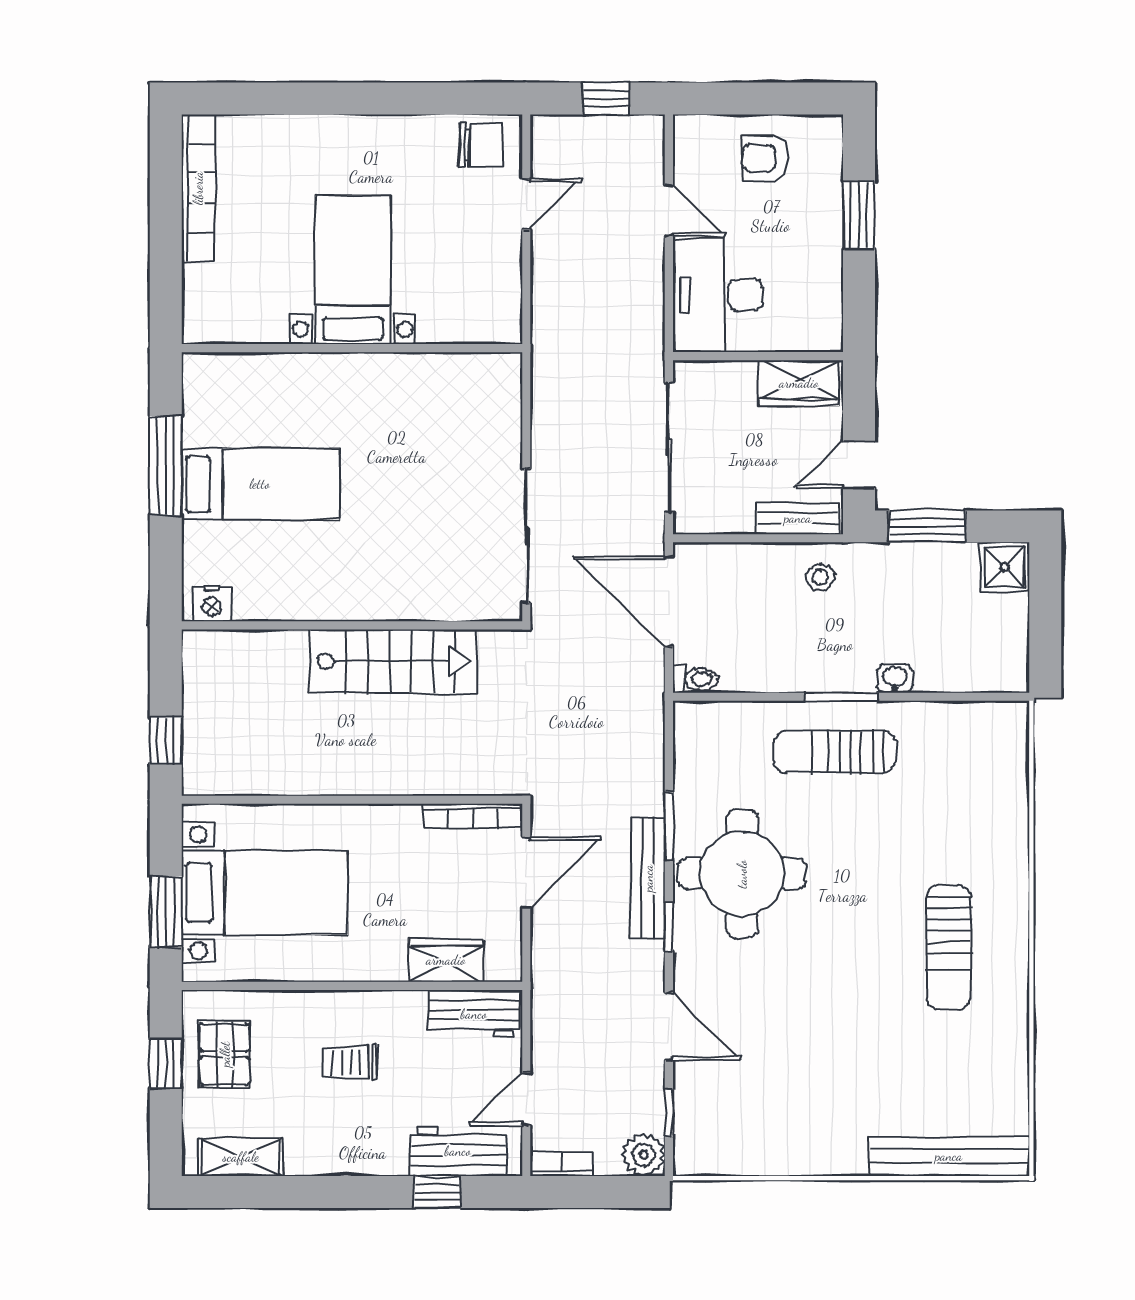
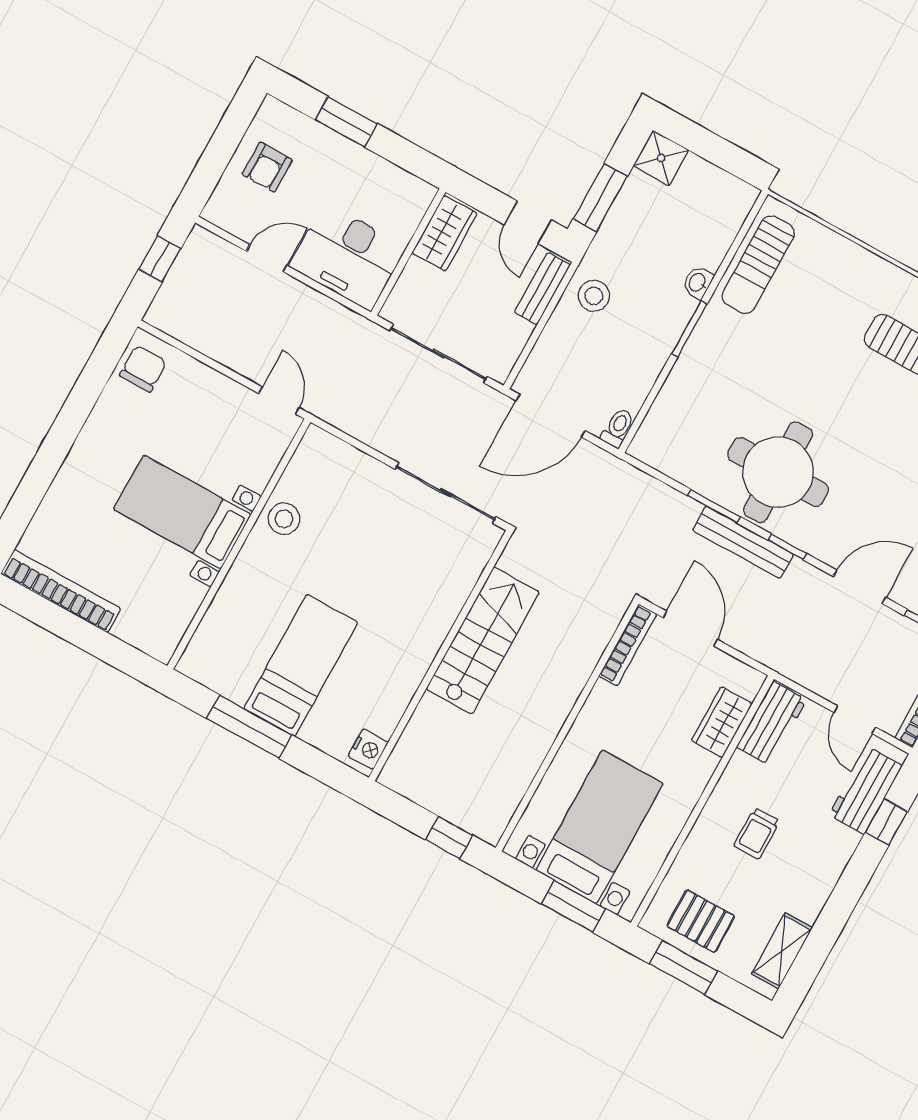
door: (526, 204) -> (279, 401), moved
stool: (405, 381) -> (284, 519), added
stool: (820, 577) -> (594, 296), width x1.37, depth x1.37
sun lounger: (834, 752) -> (758, 265), moved
window: (166, 1063) -> (684, 967), width x1.50

